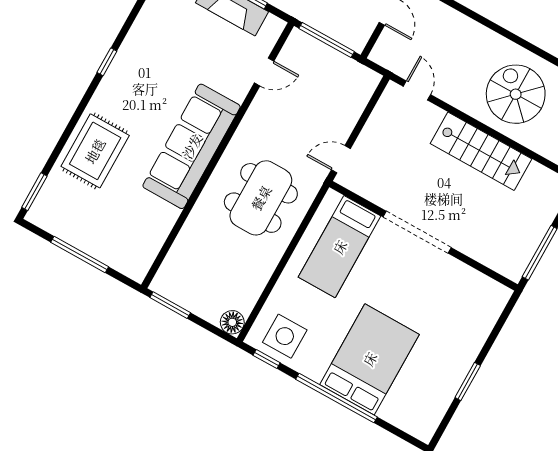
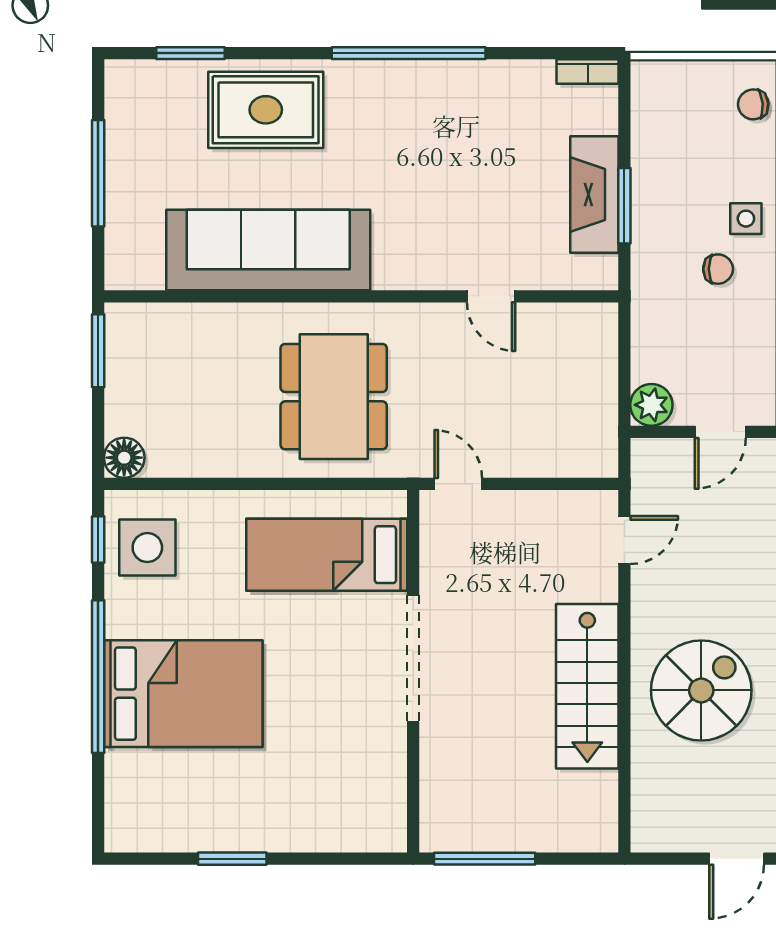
plant: (356, 38) -> (651, 405), added
window: (327, 40) -> (624, 363), removed
window: (107, 62) -> (409, 53), width x3.17
door: (264, 72) -> (491, 296), moved
sofa: (192, 146) -> (268, 250), moved
window: (34, 192) -> (190, 53), moved
dining table: (261, 198) -> (334, 397), turned 90

